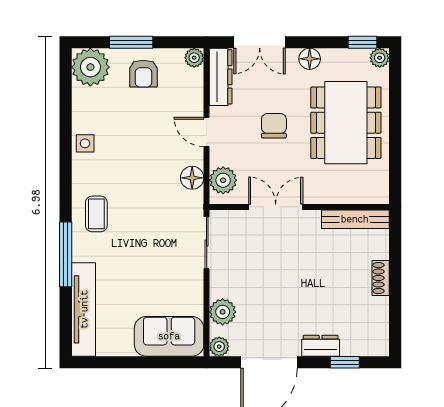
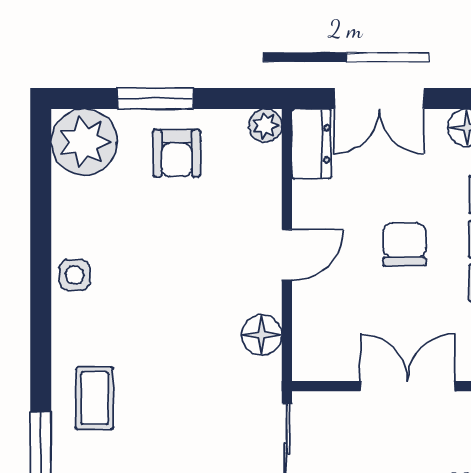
dresser: (221, 77) -> (311, 144), width x0.70
door: (207, 132) -> (287, 255), swing flipped
plant: (223, 180) -> (316, 339), removed

